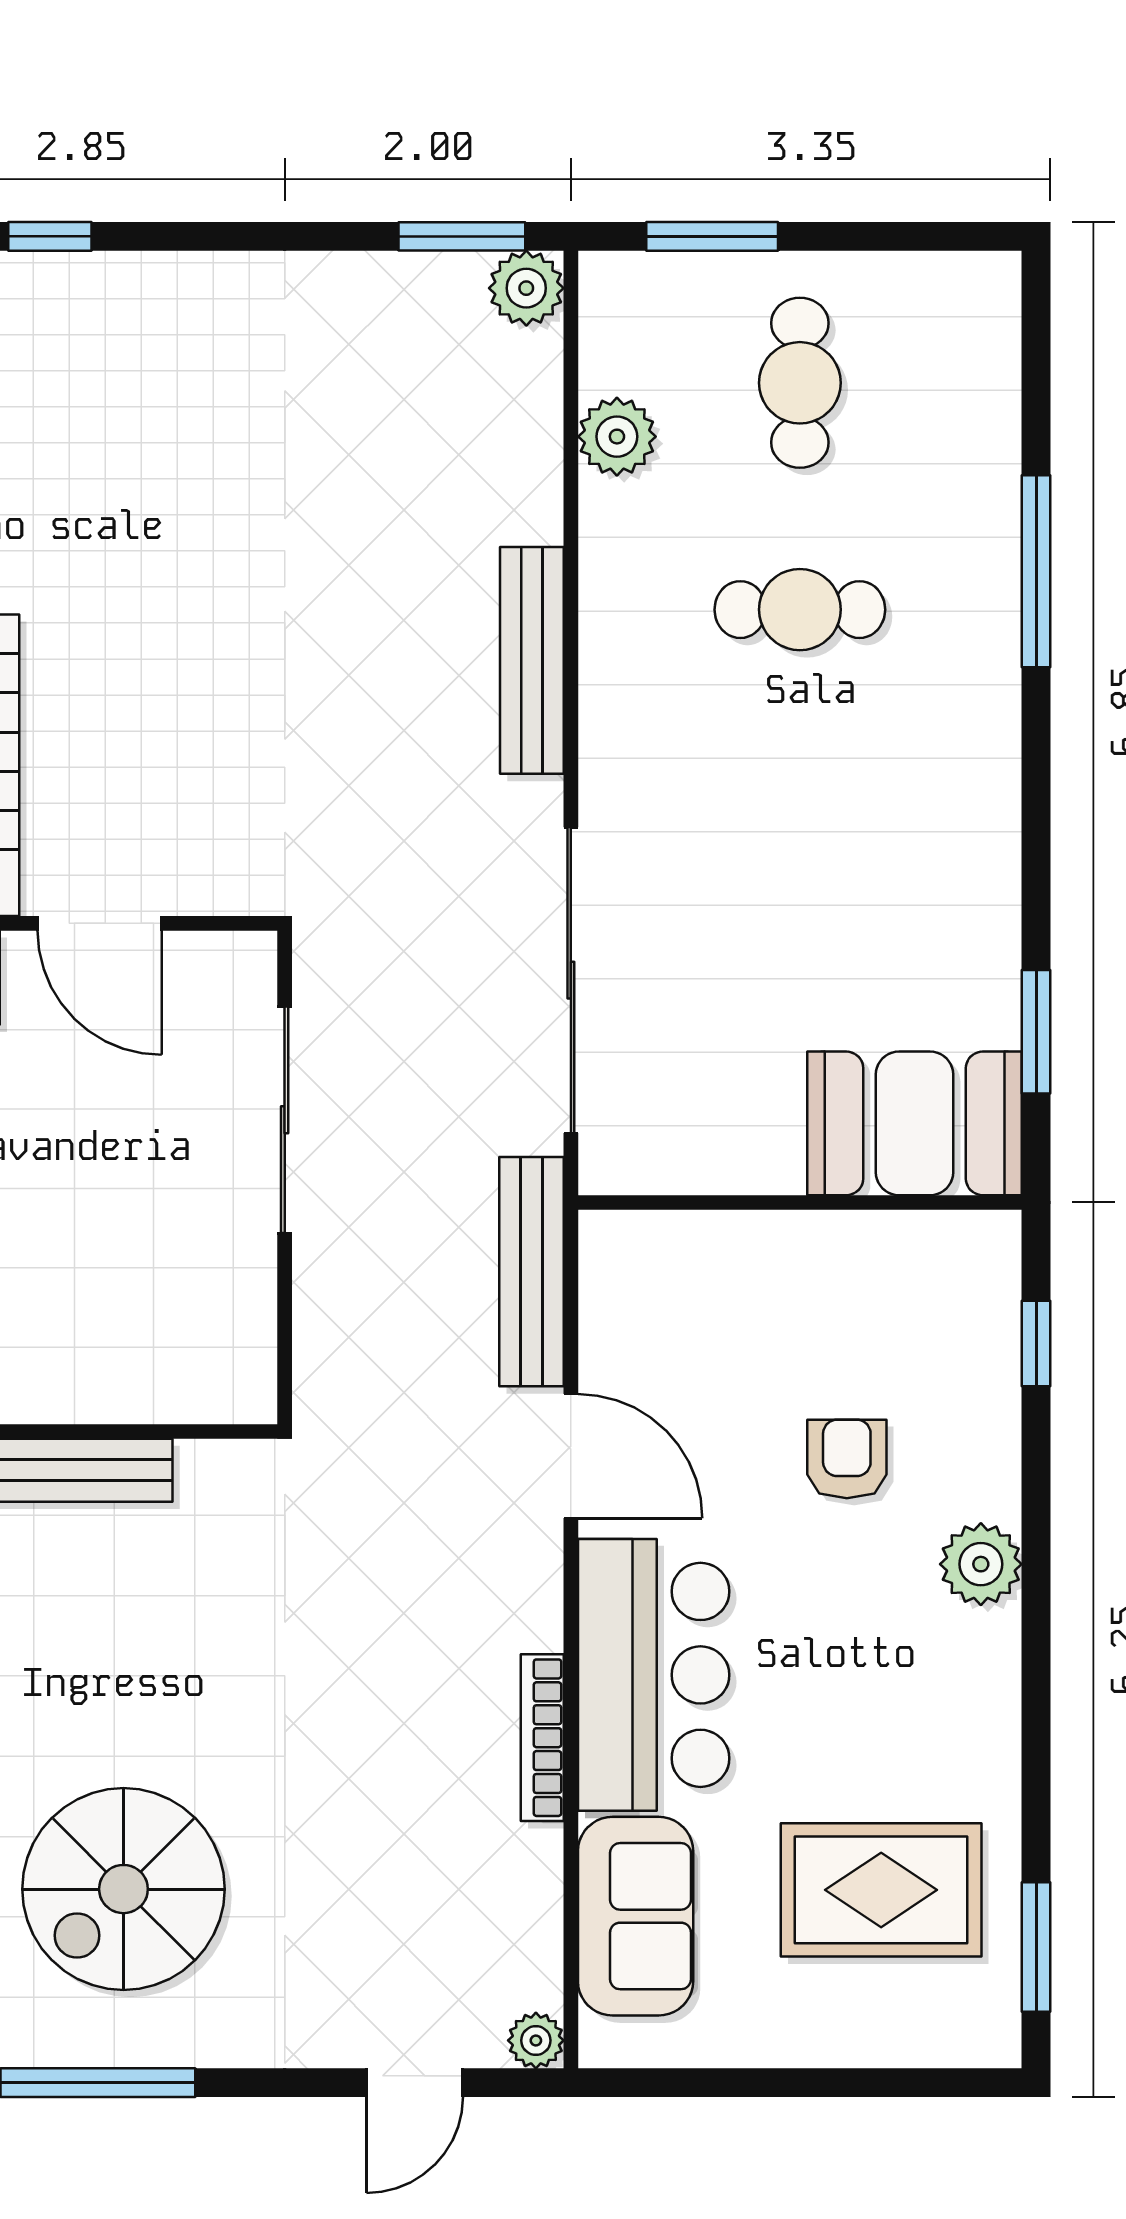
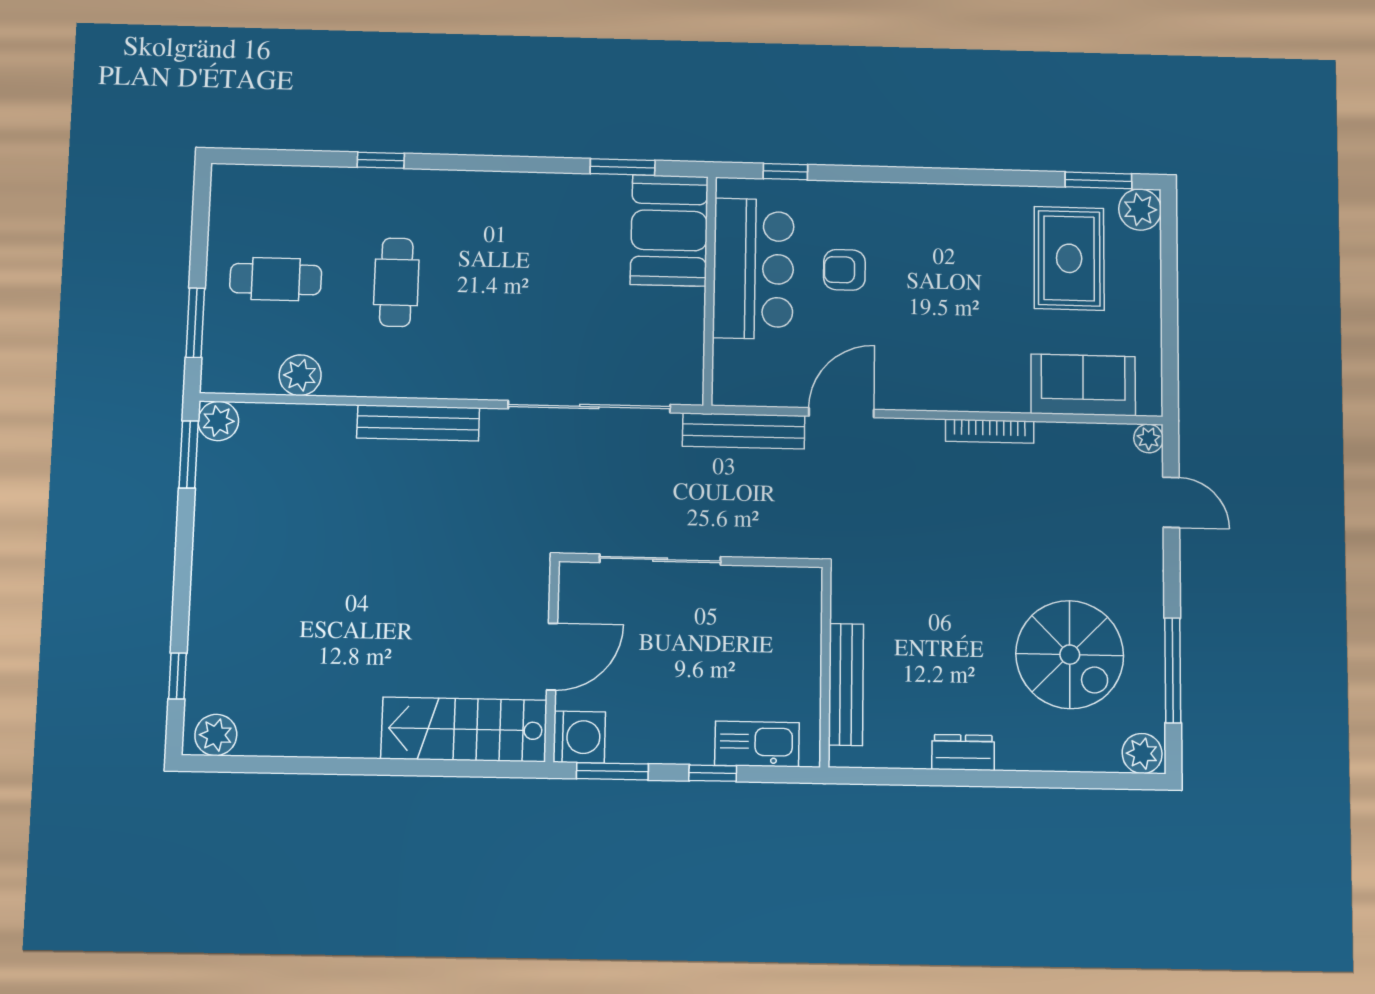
window: (1036, 571) -> (381, 160), width x0.46
plant: (981, 1564) -> (1140, 210), moved
bar counter: (654, 1675) -> (753, 269), moved, turned 90

